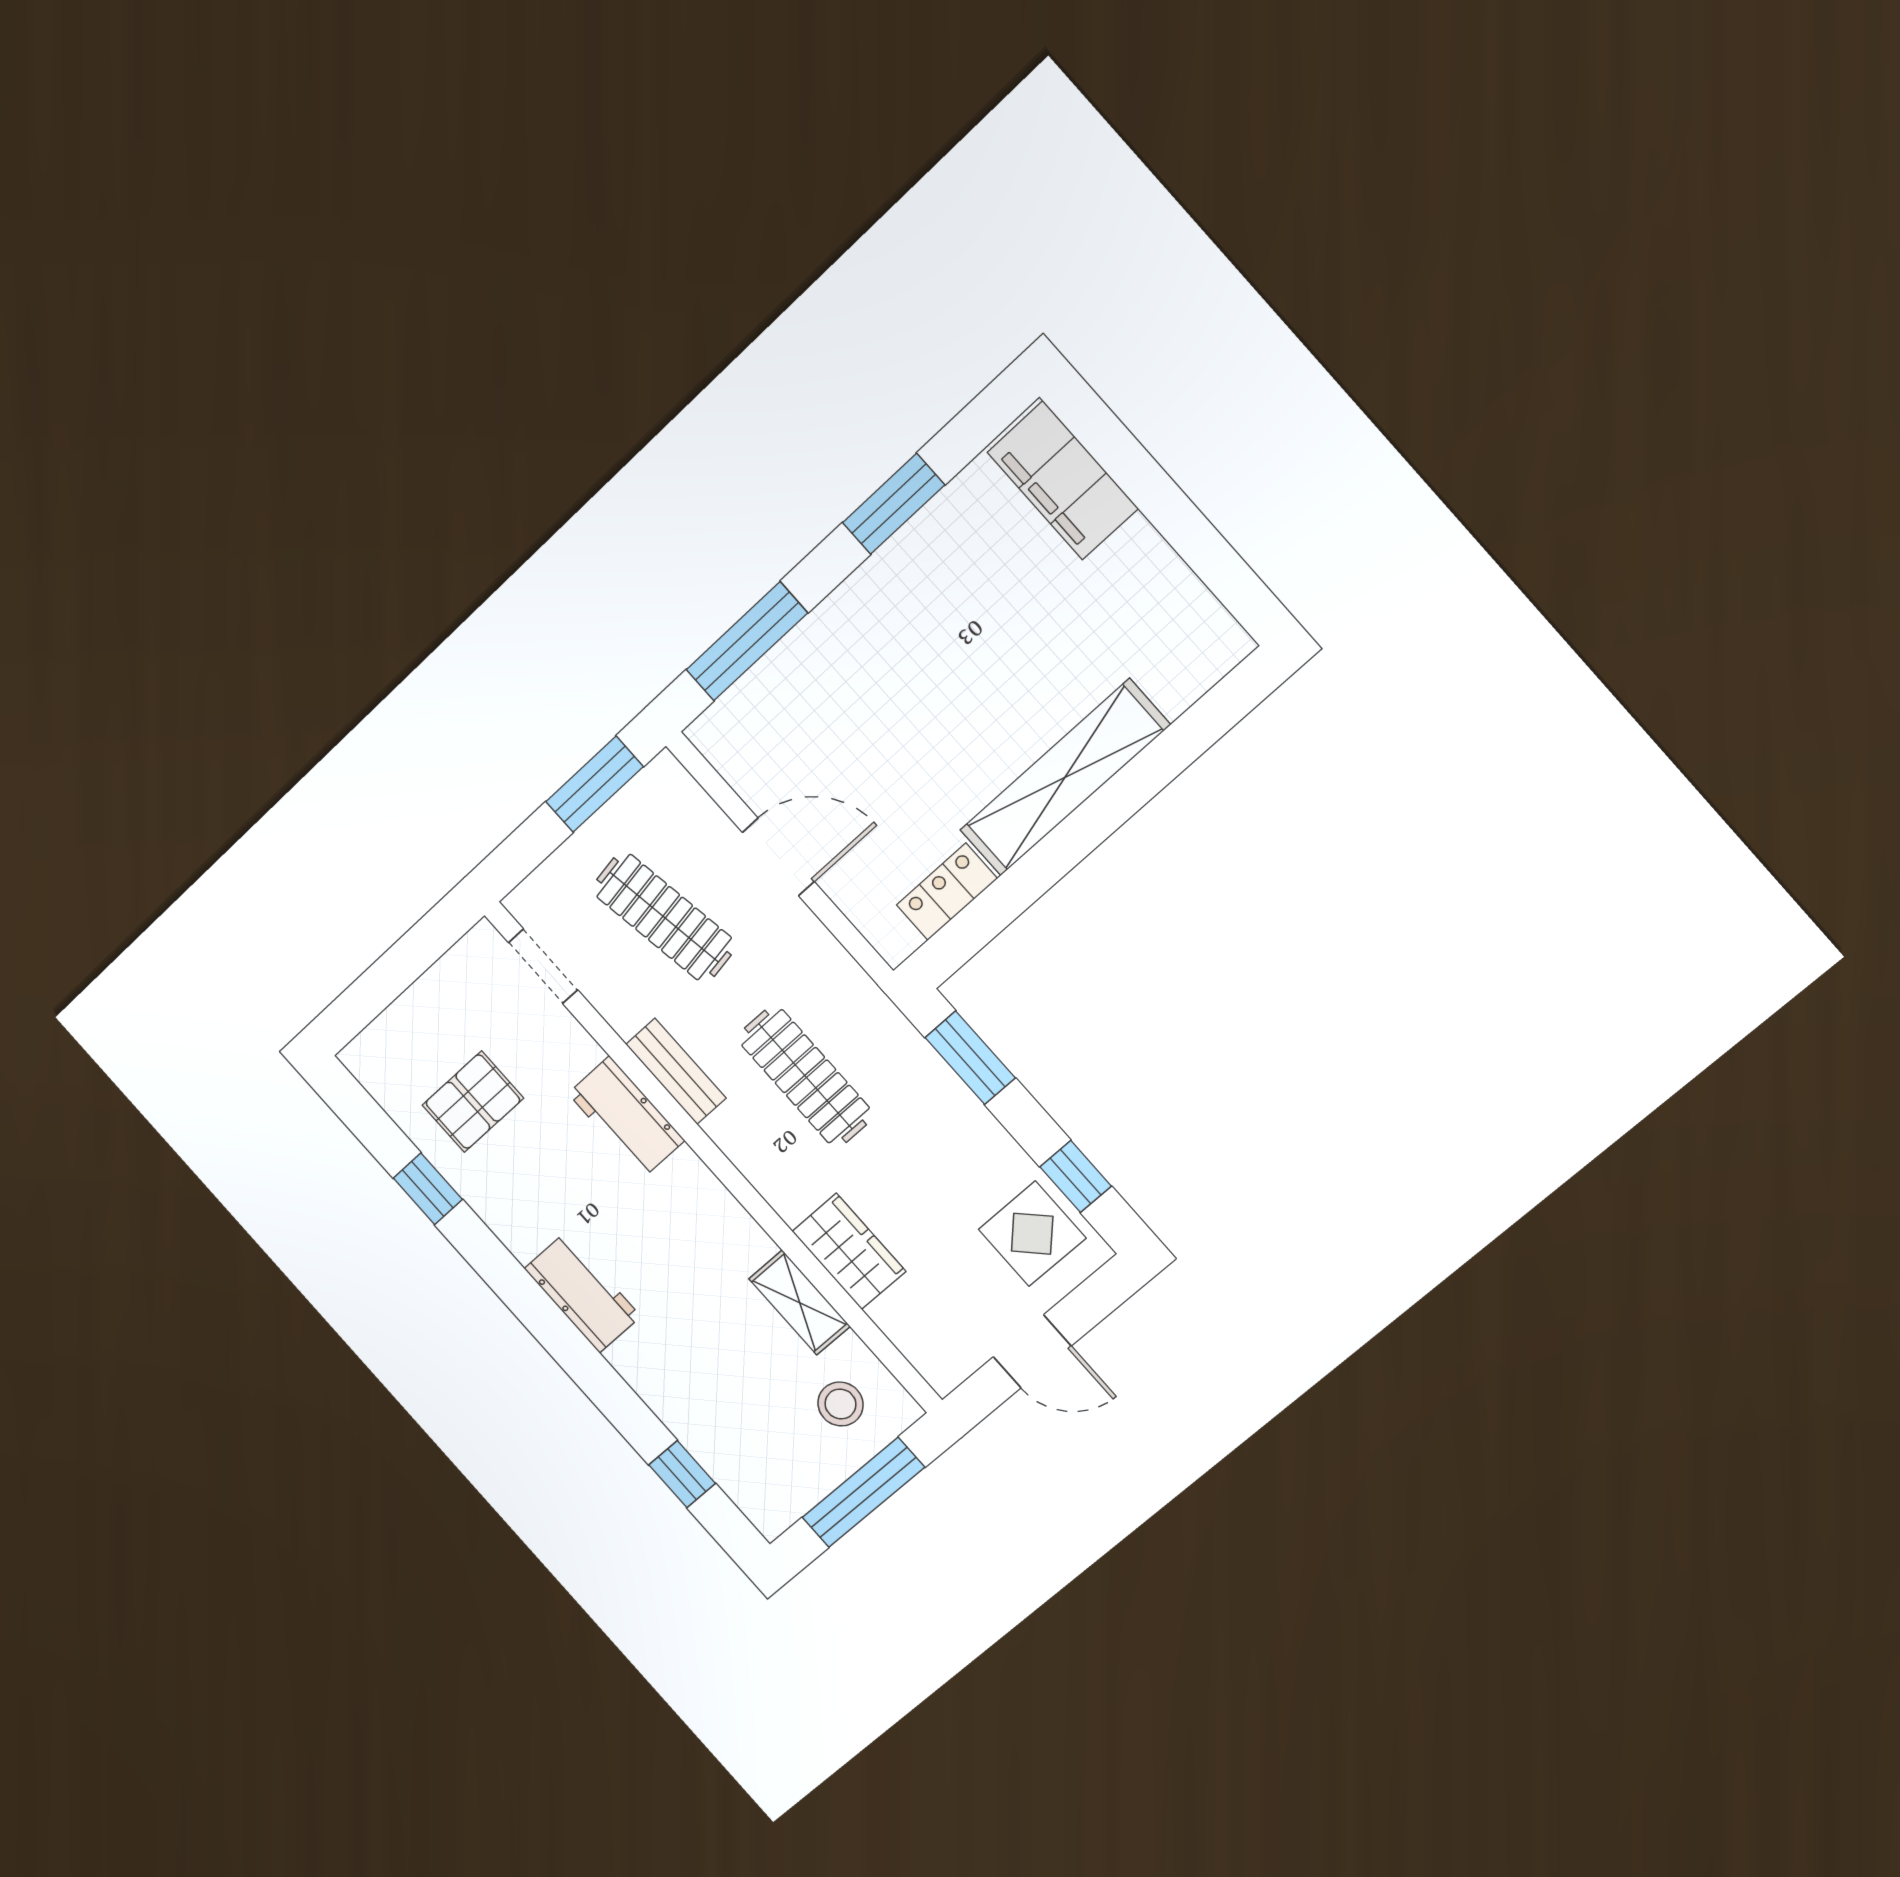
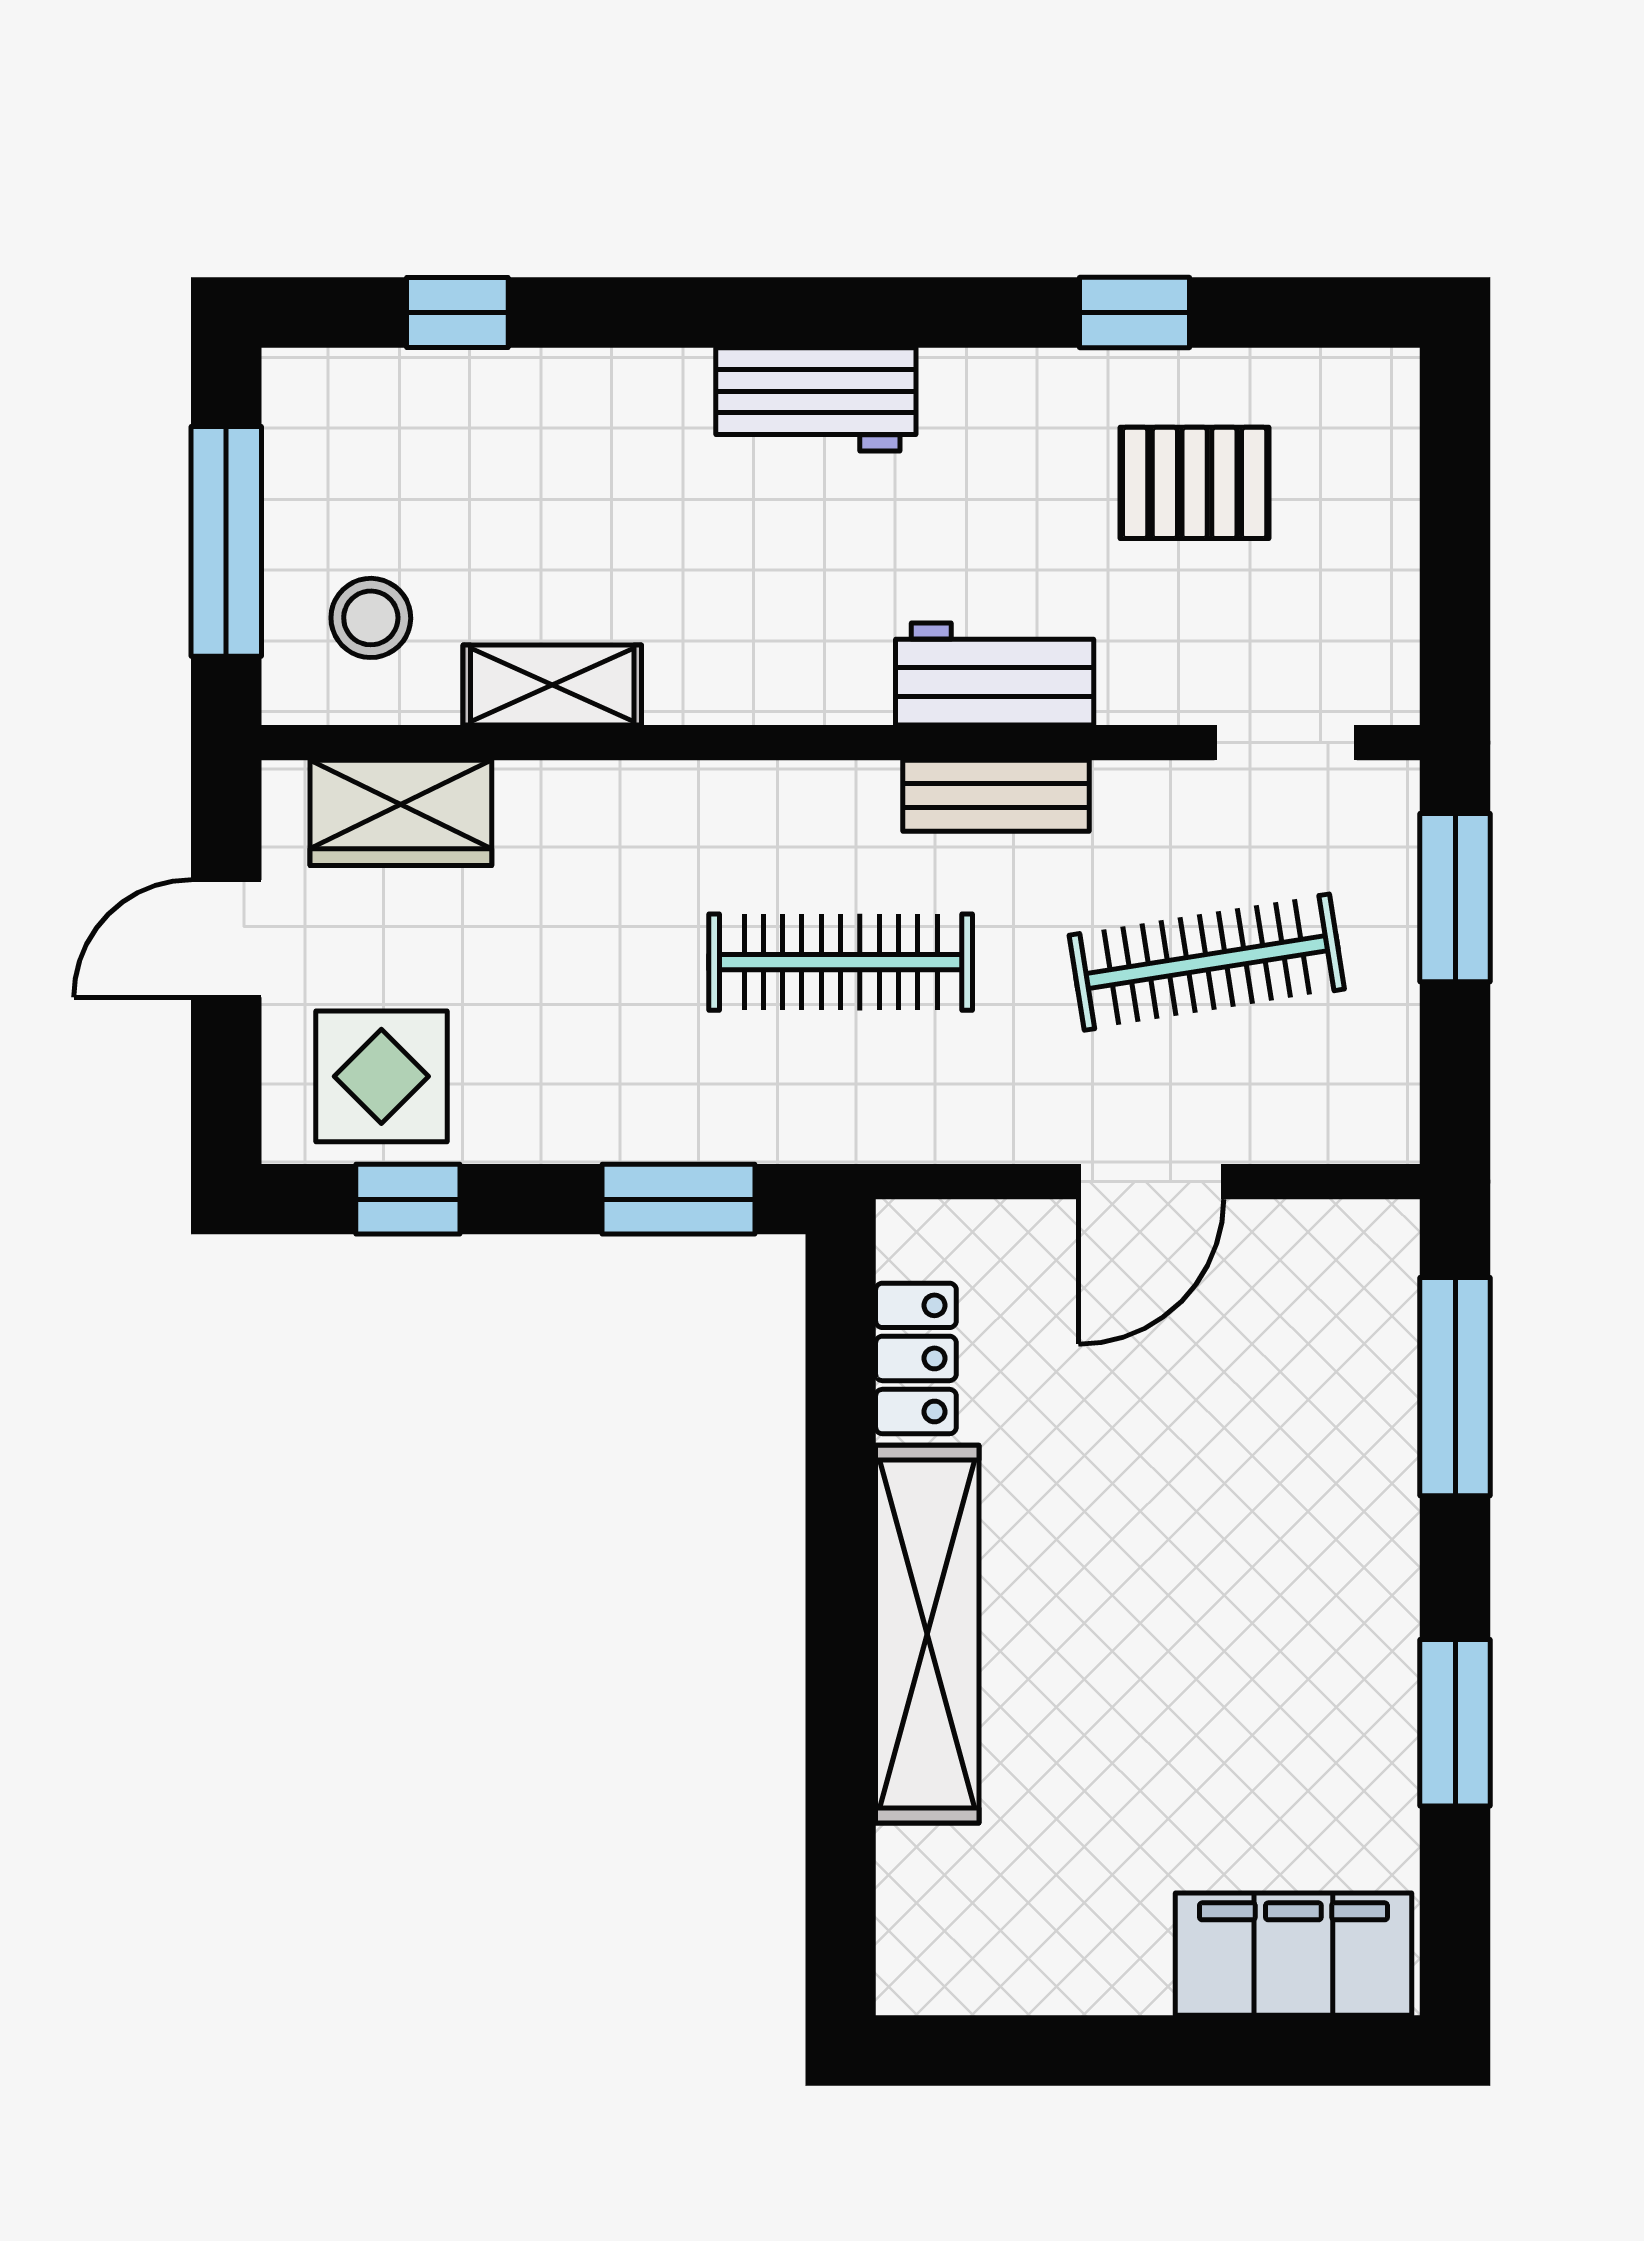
window: (594, 784) -> (1455, 898), moved
pallet: (473, 1102) -> (1195, 483), turned 90
wardrobe: (849, 1251) -> (401, 813), moved

